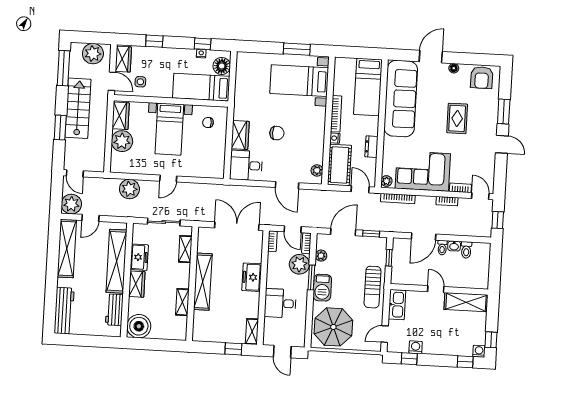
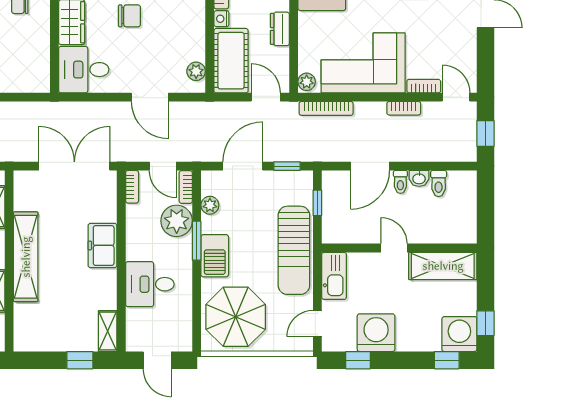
sun lounger: (372, 287) -> (294, 250), width x1.36, depth x1.34
washing machine: (416, 347) -> (376, 333), width x1.89, depth x1.89
washing machine: (479, 351) -> (459, 334), width x1.89, depth x1.89

